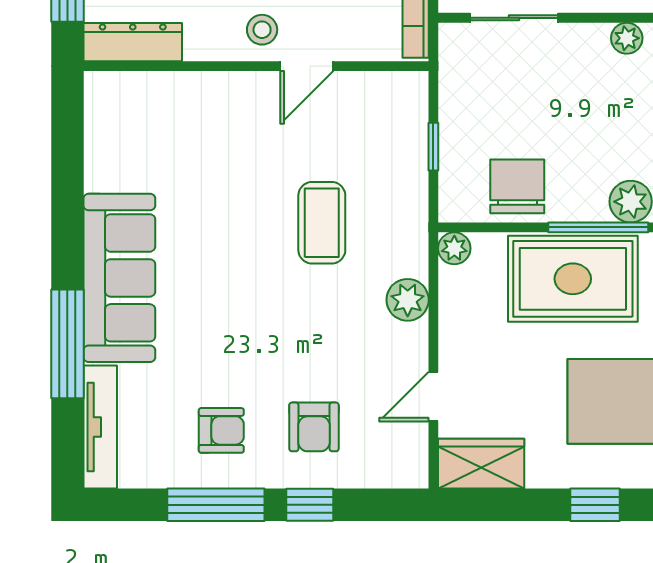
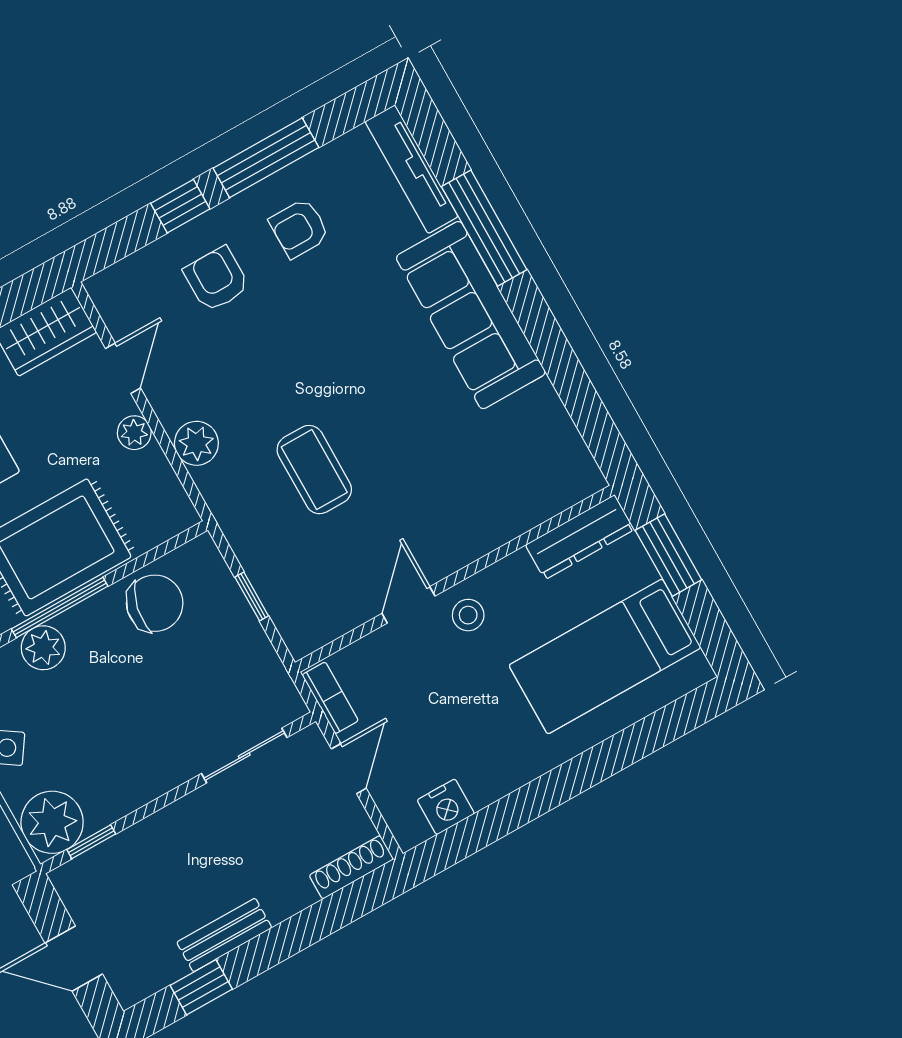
plant: (627, 38) -> (131, 795), removed
chair: (517, 186) -> (155, 603), turned -78
plant: (454, 248) -> (134, 433), moved

